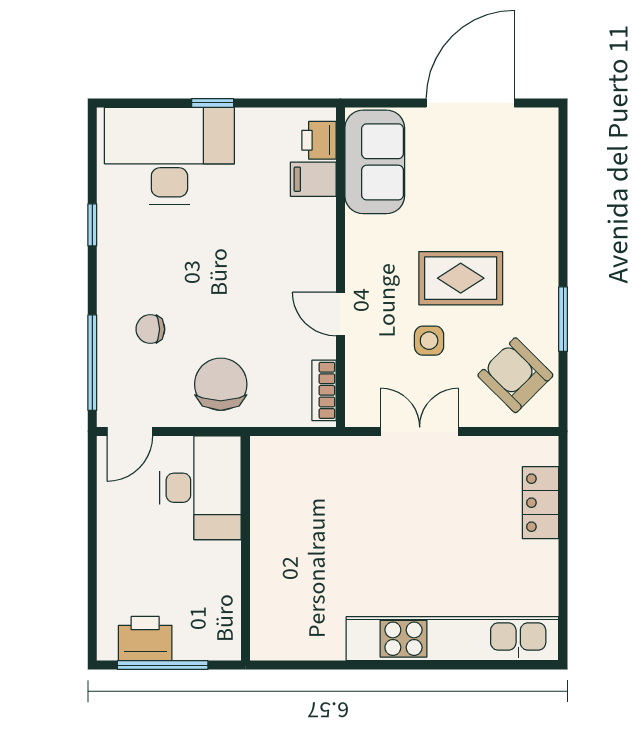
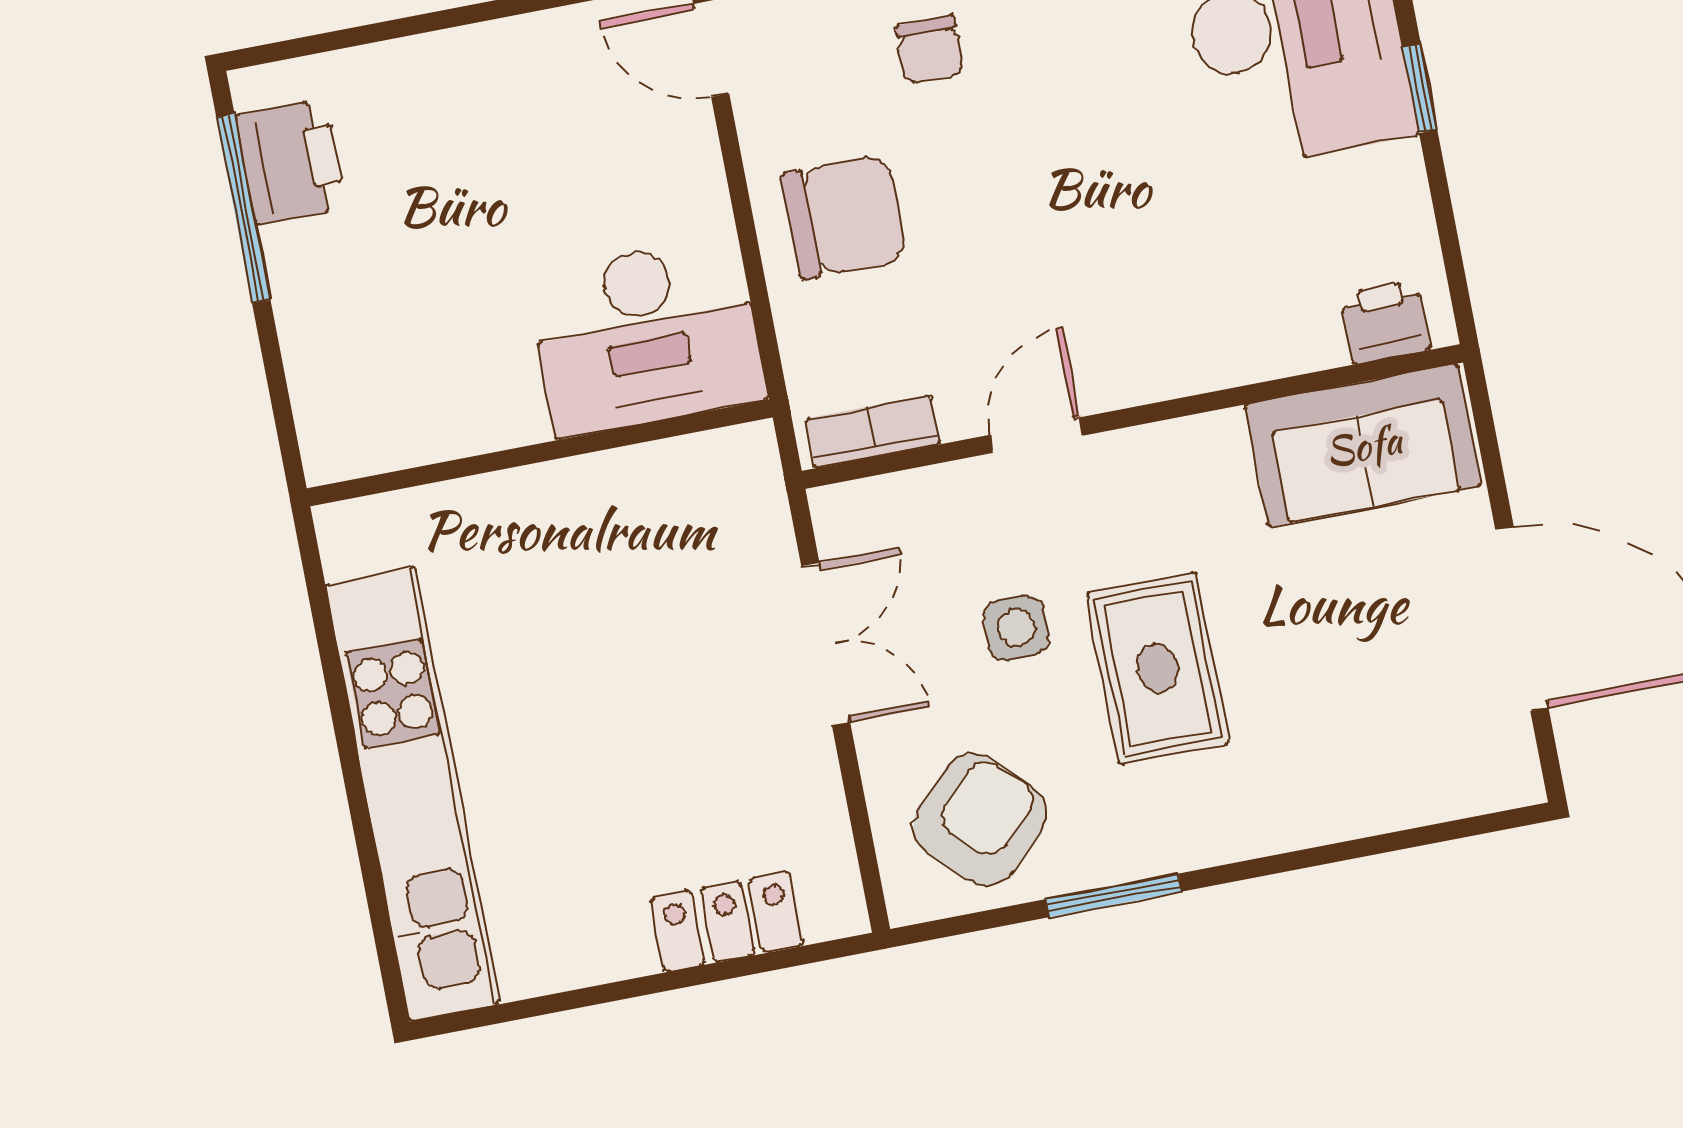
filing cabinet: (313, 179) -> (1303, 326), removed
chair: (150, 329) -> (930, 50), turned 180
desk: (200, 488) -> (646, 336), moved
wall: (246, 548) -> (540, 453), moved

